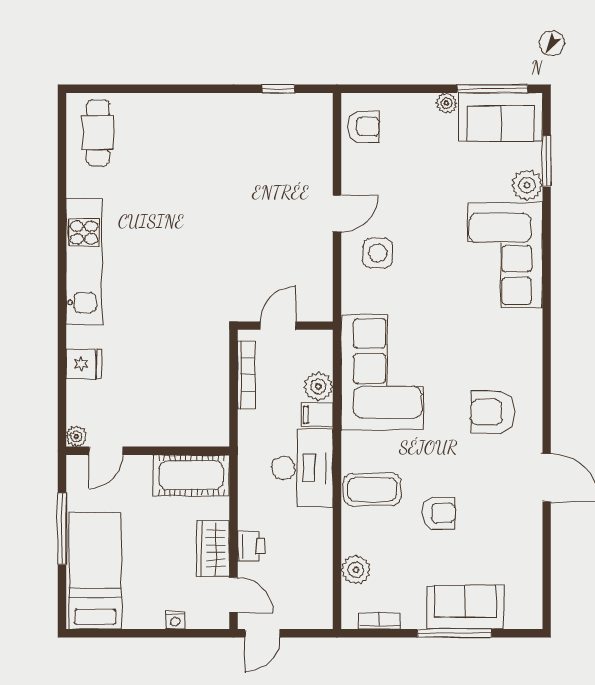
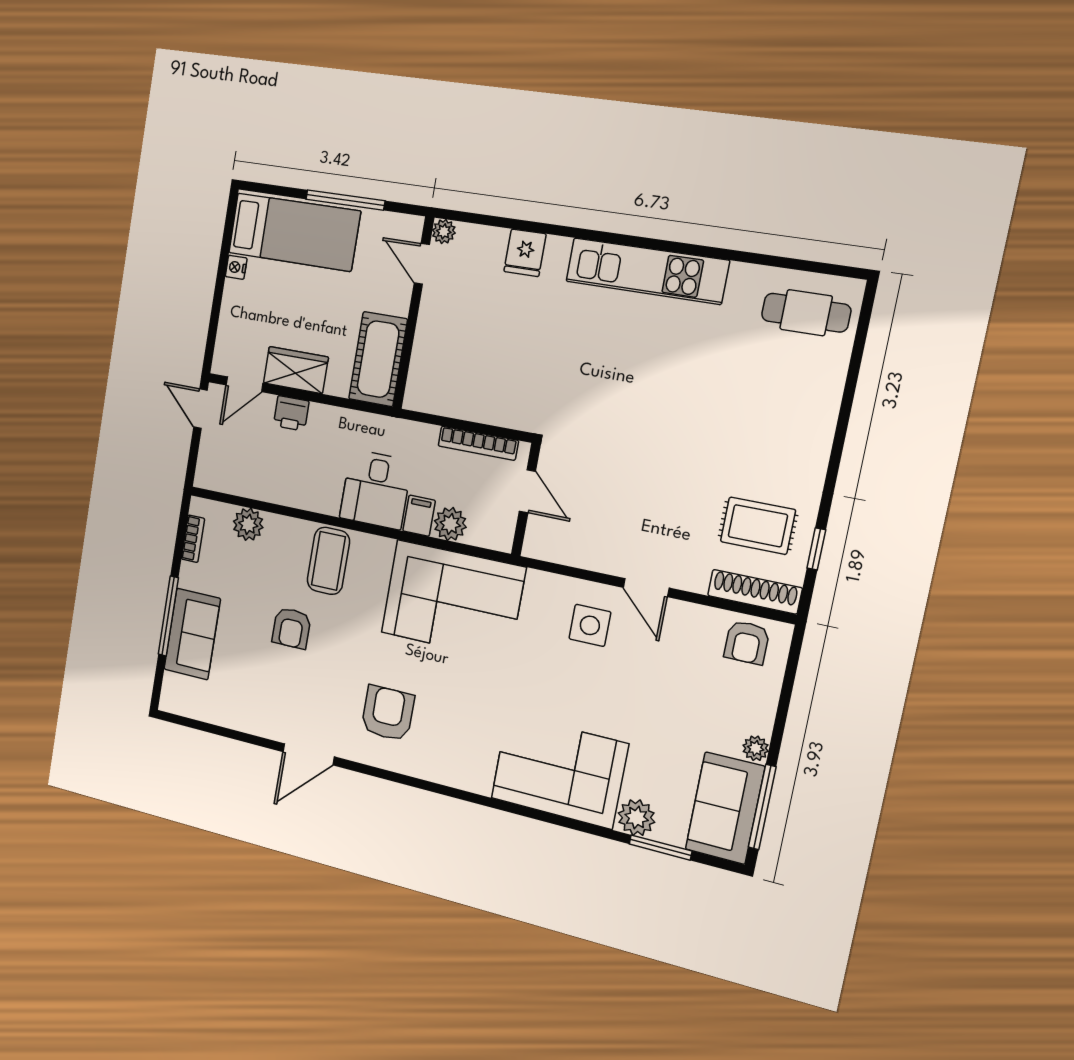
shoe rack: (322, 128) -> (755, 592), added
rug: (269, 136) -> (758, 526), added
desk: (302, 468) -> (376, 489), width x0.73
nightstand: (175, 620) -> (236, 267), moved

